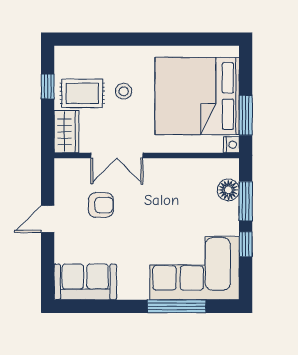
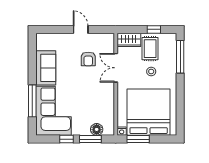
window: (97, 39) -> (180, 57), added
sofa: (85, 282) -> (46, 68), moved

